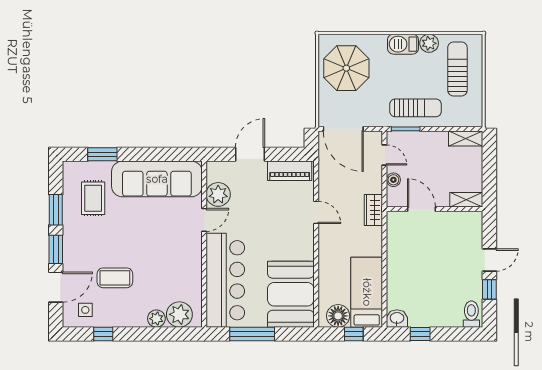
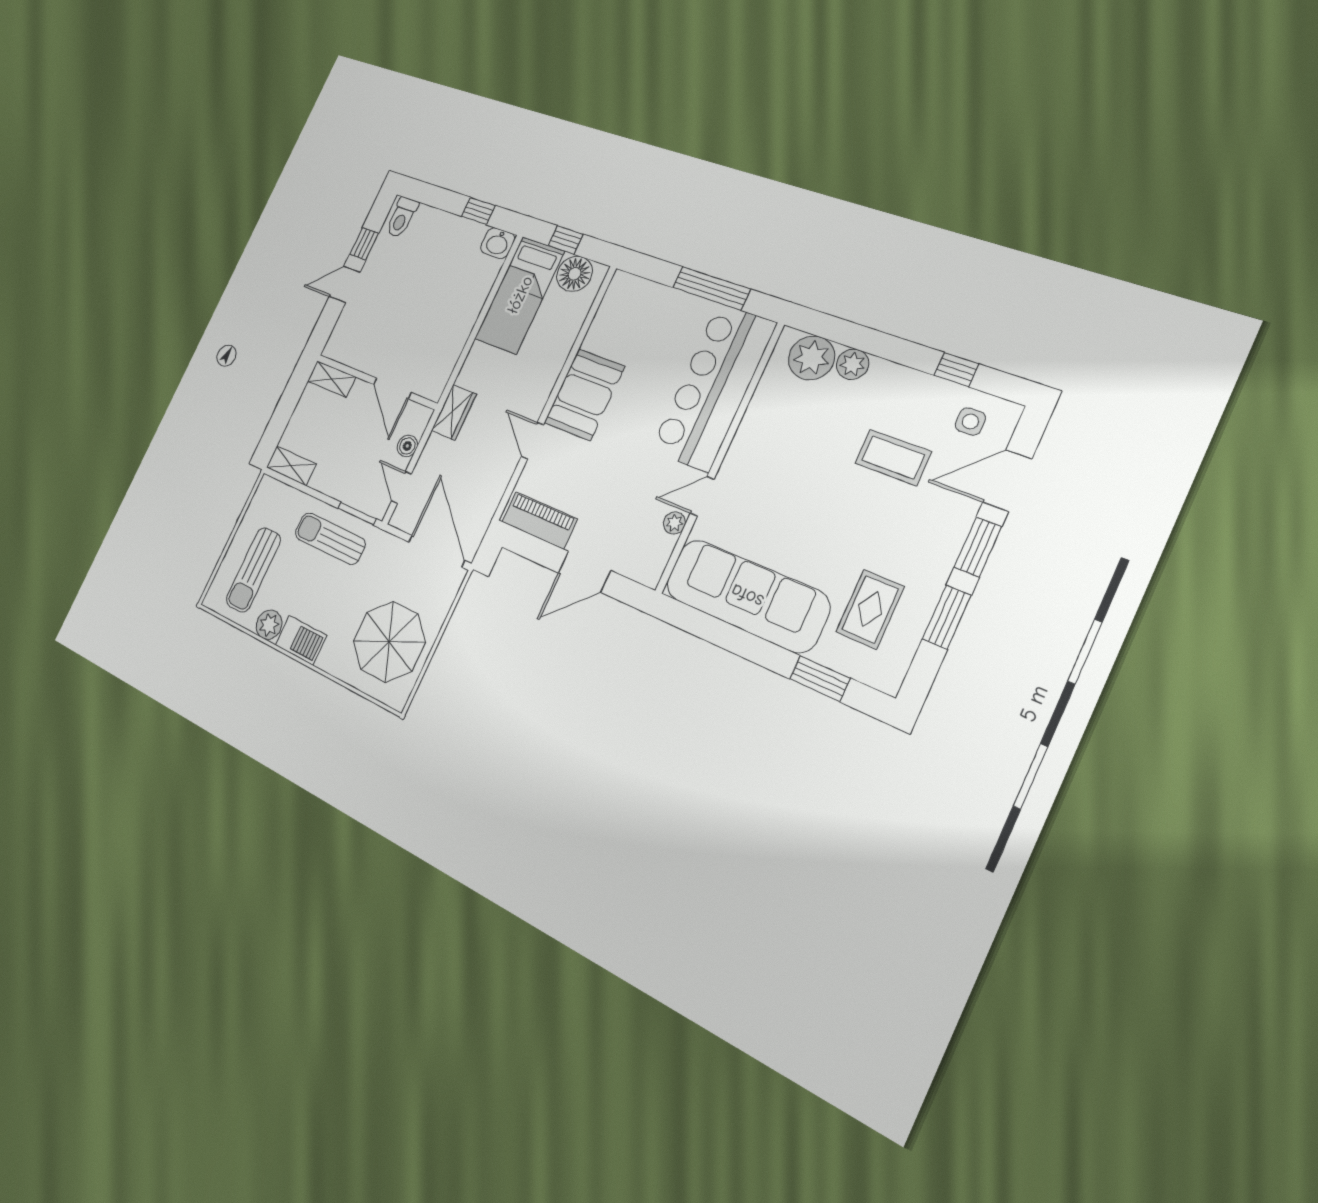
plant: (218, 194) -> (674, 523), width x0.53, depth x0.53
booth: (291, 294) -> (584, 395), moved, width x0.73, depth x0.70

